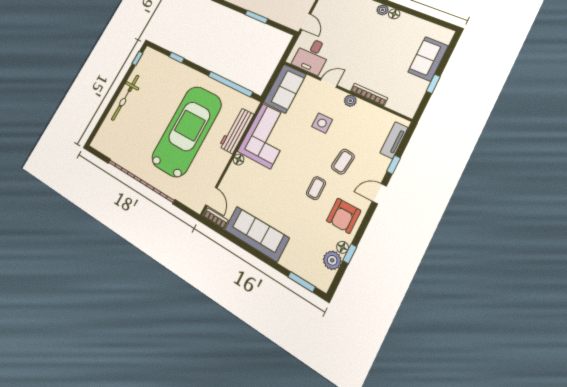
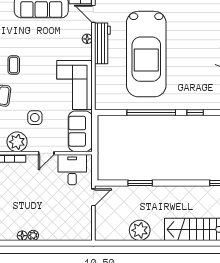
door: (305, 22) -> (93, 197), swing flipped
window: (230, 84) -> (151, 113), moved
plant: (350, 101) -> (17, 142), width x1.87, depth x1.87
workbench: (236, 130) -> (102, 43), moved
floor lamp: (239, 160) -> (87, 39), moved

